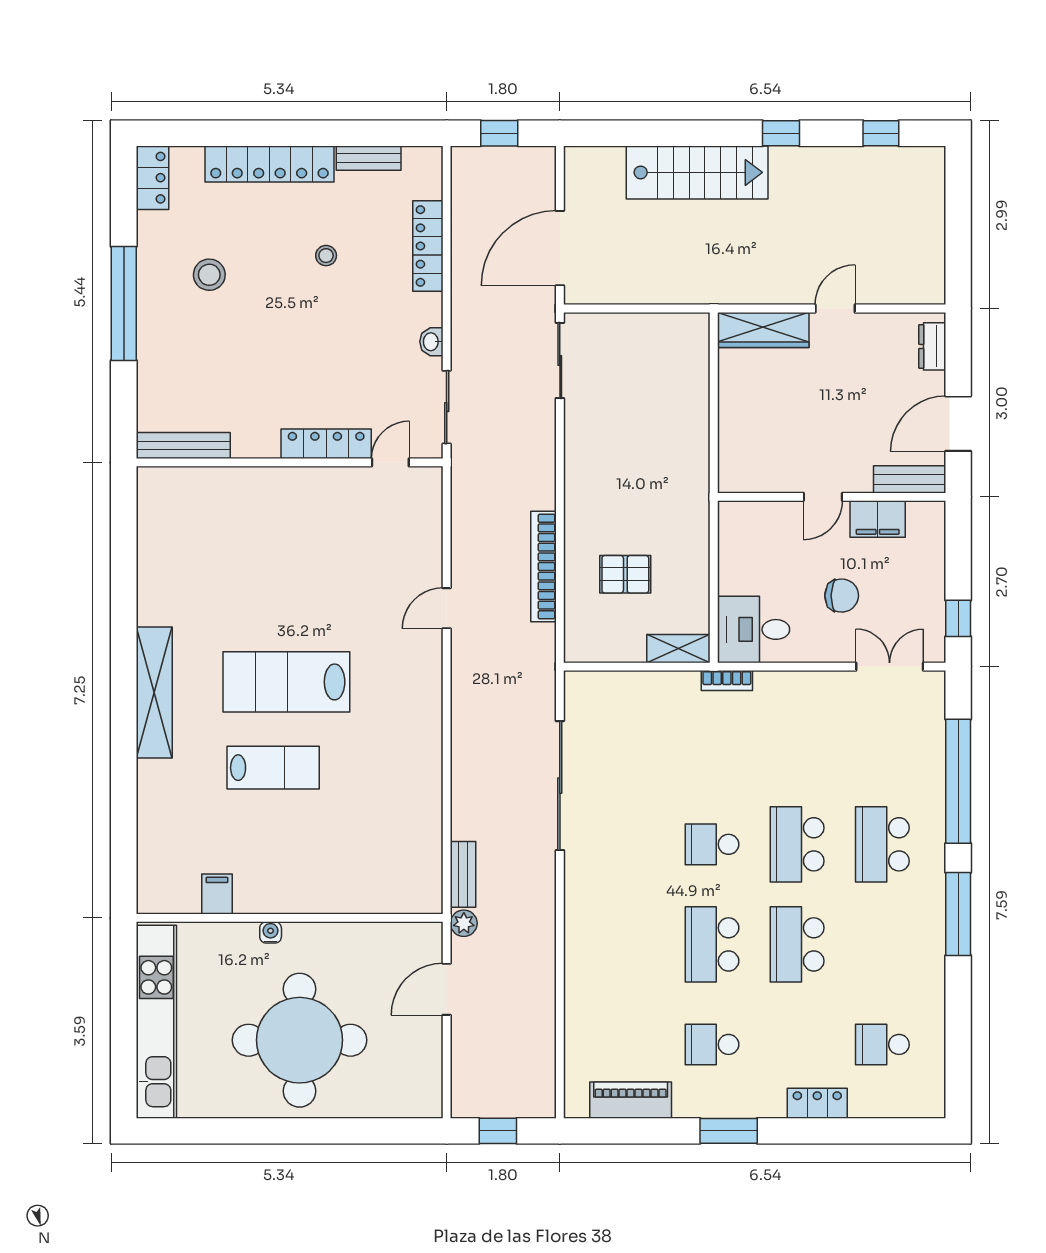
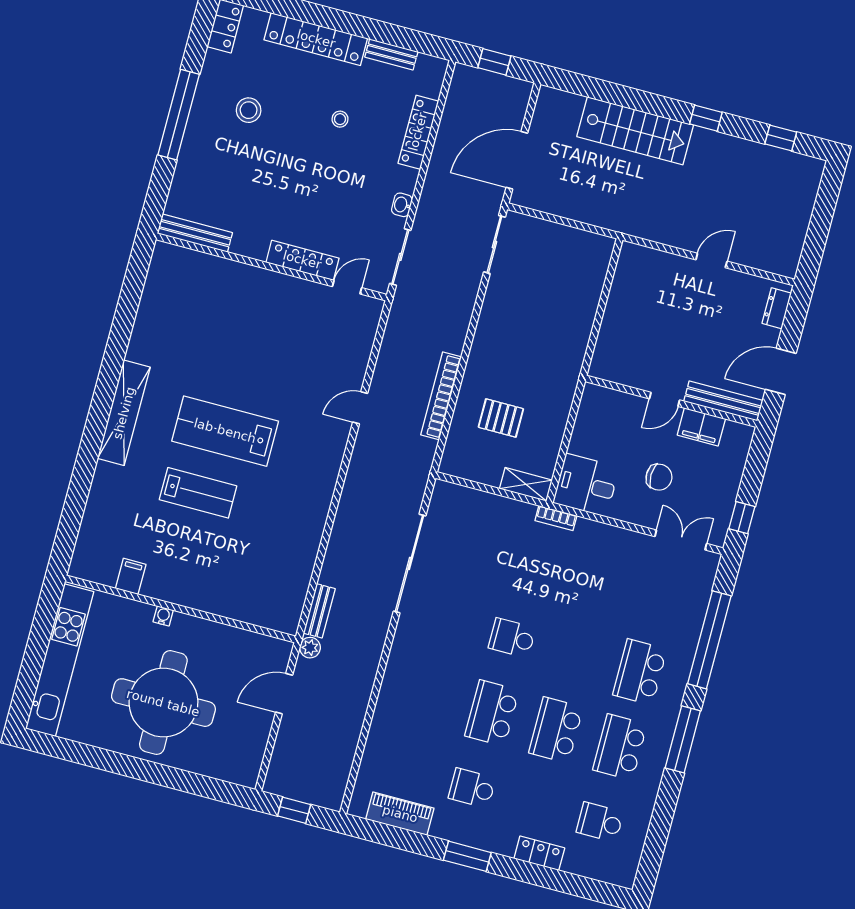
wardrobe: (763, 330) -> (653, 262), removed
bench: (910, 479) -> (723, 401), width x1.36
school desk: (797, 844) -> (620, 747), moved

